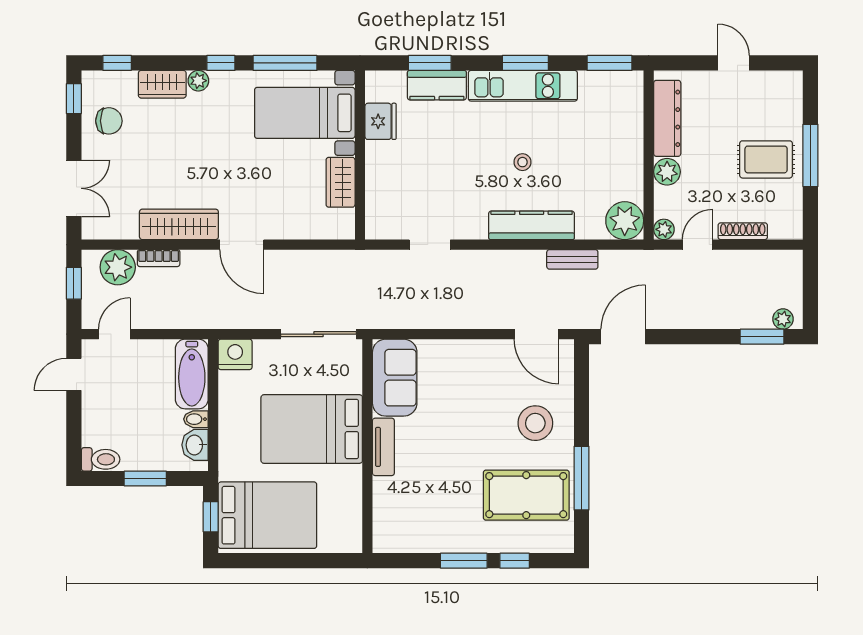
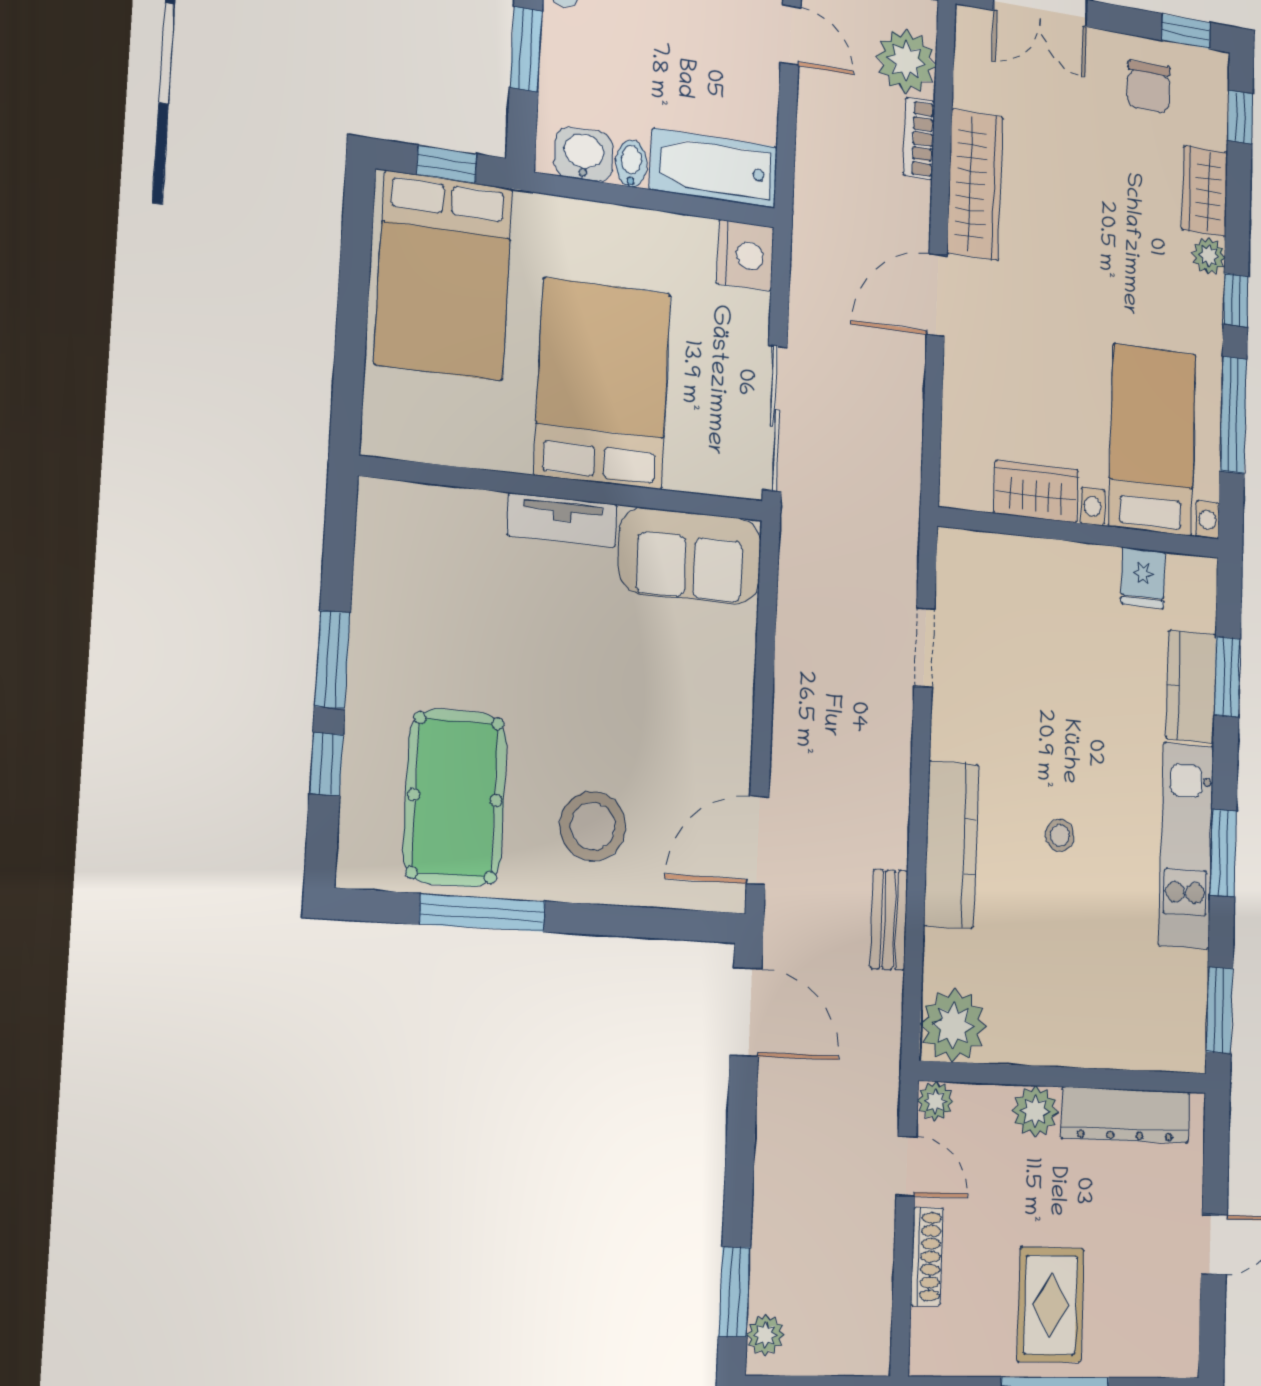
fridge: (381, 121) -> (1143, 578), width x0.72

